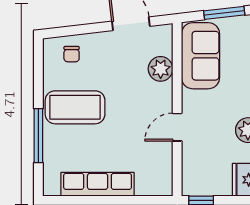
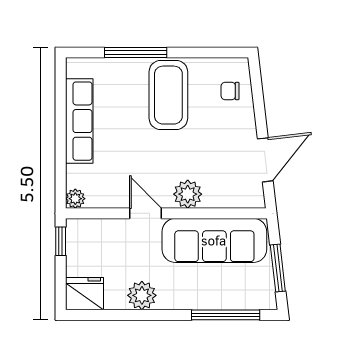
sofa: (201, 56) -> (214, 240), width x1.36
plant: (161, 69) -> (188, 194), moved
plant: (164, 188) -> (75, 199), added

